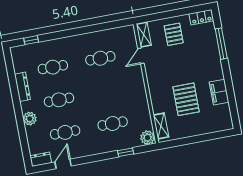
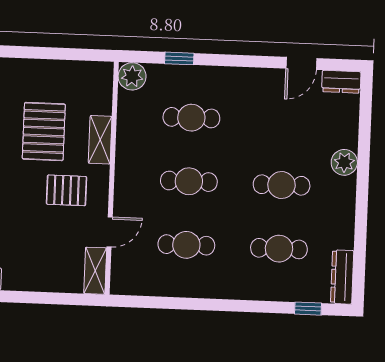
pallet: (174, 34) -> (67, 190), moved, turned 90
dresser: (22, 87) -> (342, 277), moved
shelving: (161, 126) -> (100, 140), moved
cafe table: (65, 132) -> (189, 181), moved

